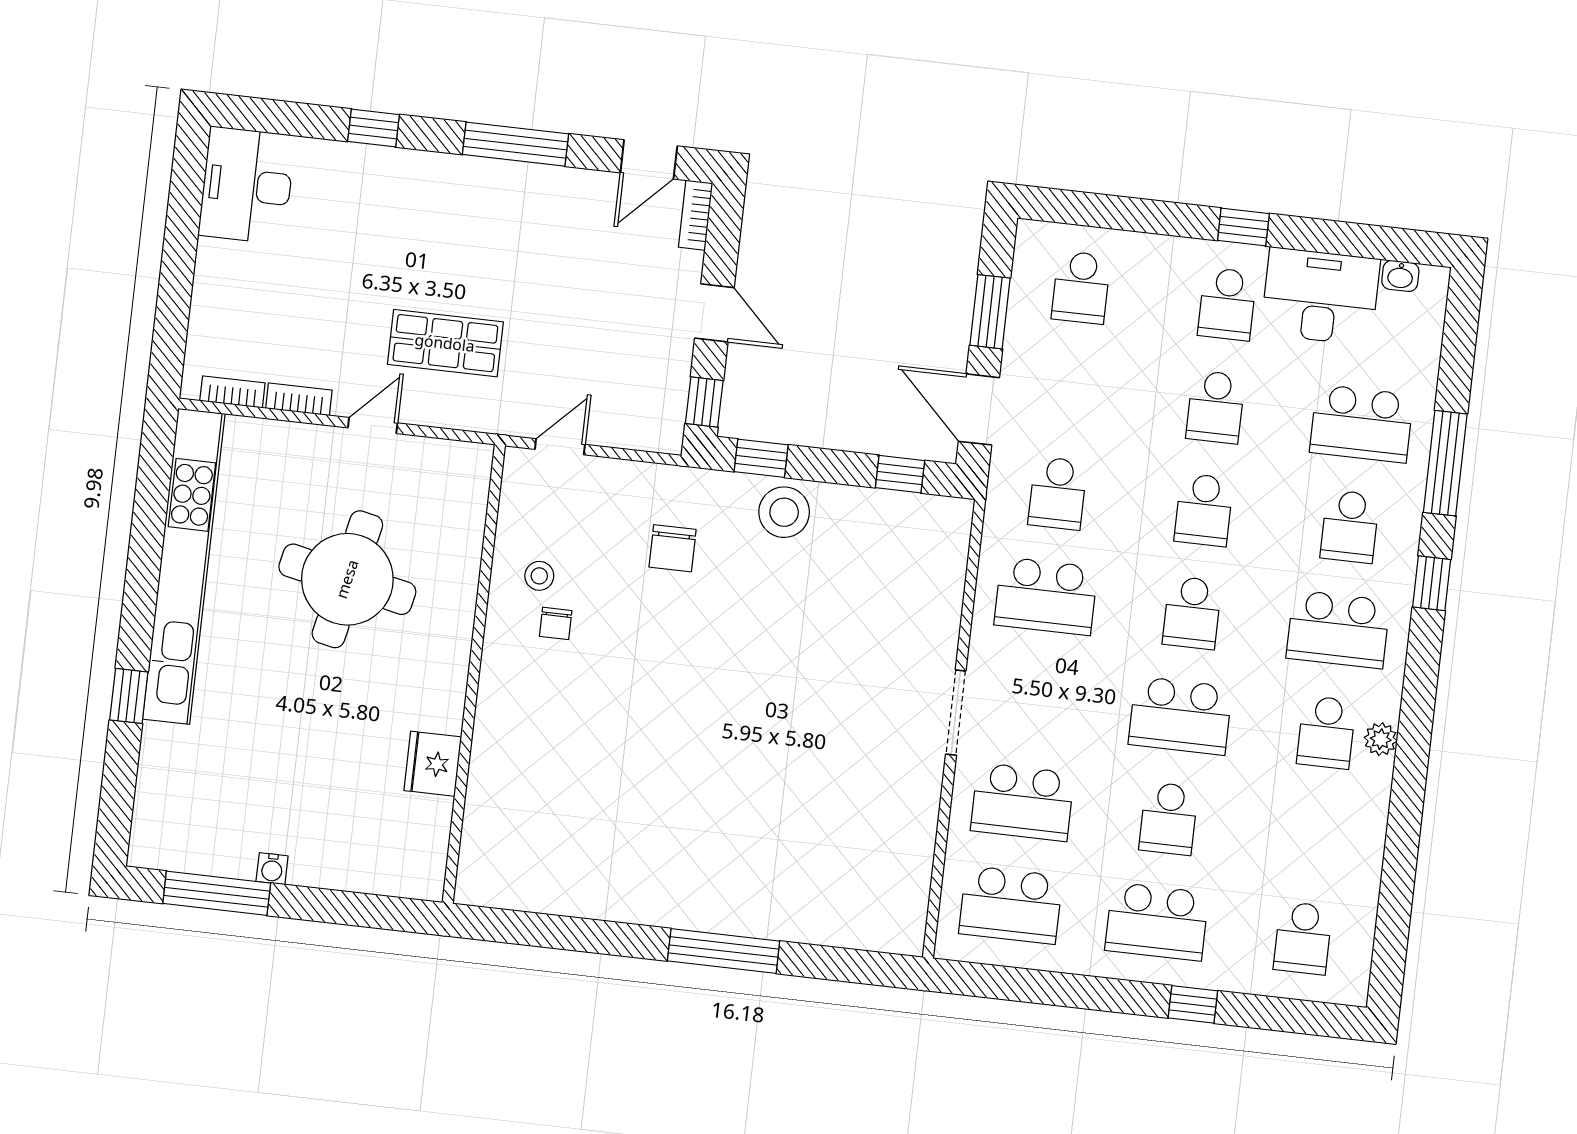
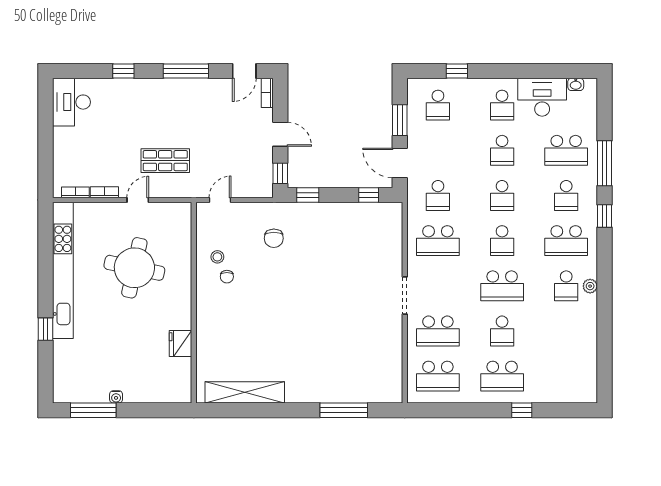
window: (1243, 227) -> (457, 71), moved
stool: (784, 512) -> (320, 217), removed
shelving: (566, 892) -> (245, 392), added
school desk: (1303, 938) -> (566, 376), removed
window: (724, 951) -> (344, 410), moved

